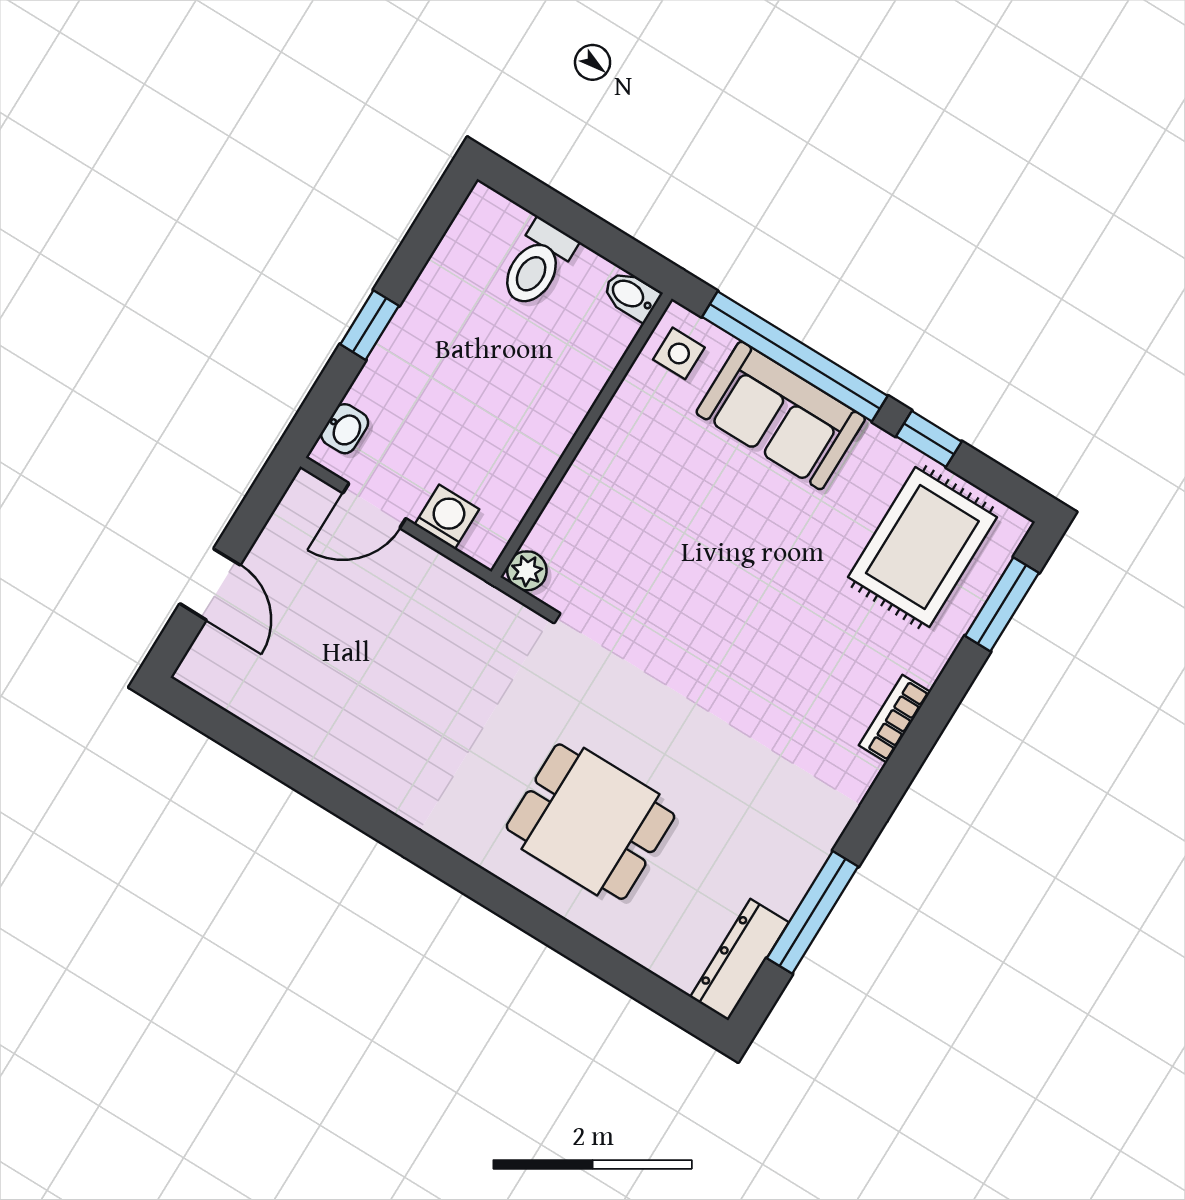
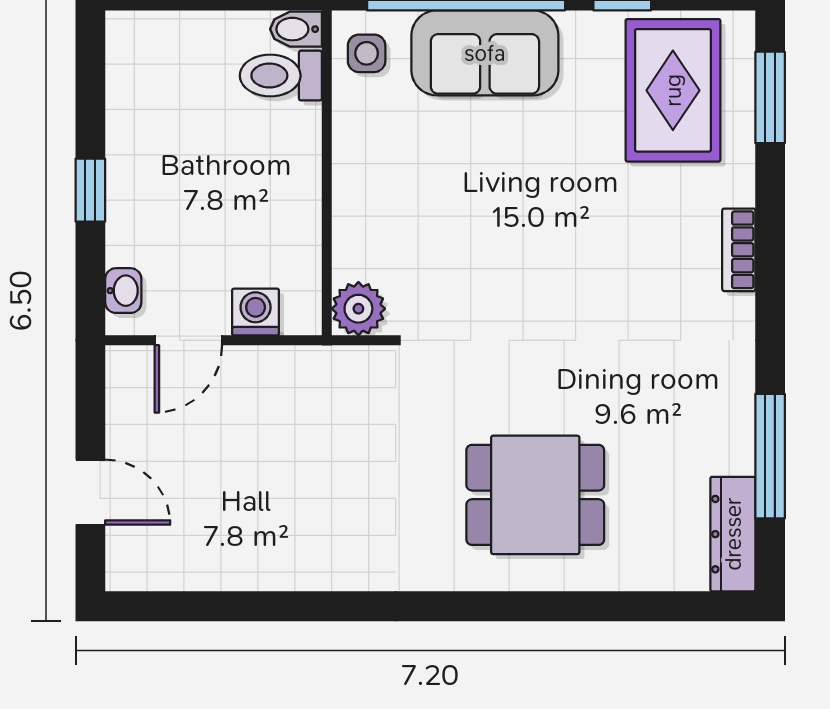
toilet: (537, 264) -> (281, 76), moved, turned 90
plant: (527, 571) -> (358, 309), width x1.38, depth x1.38

